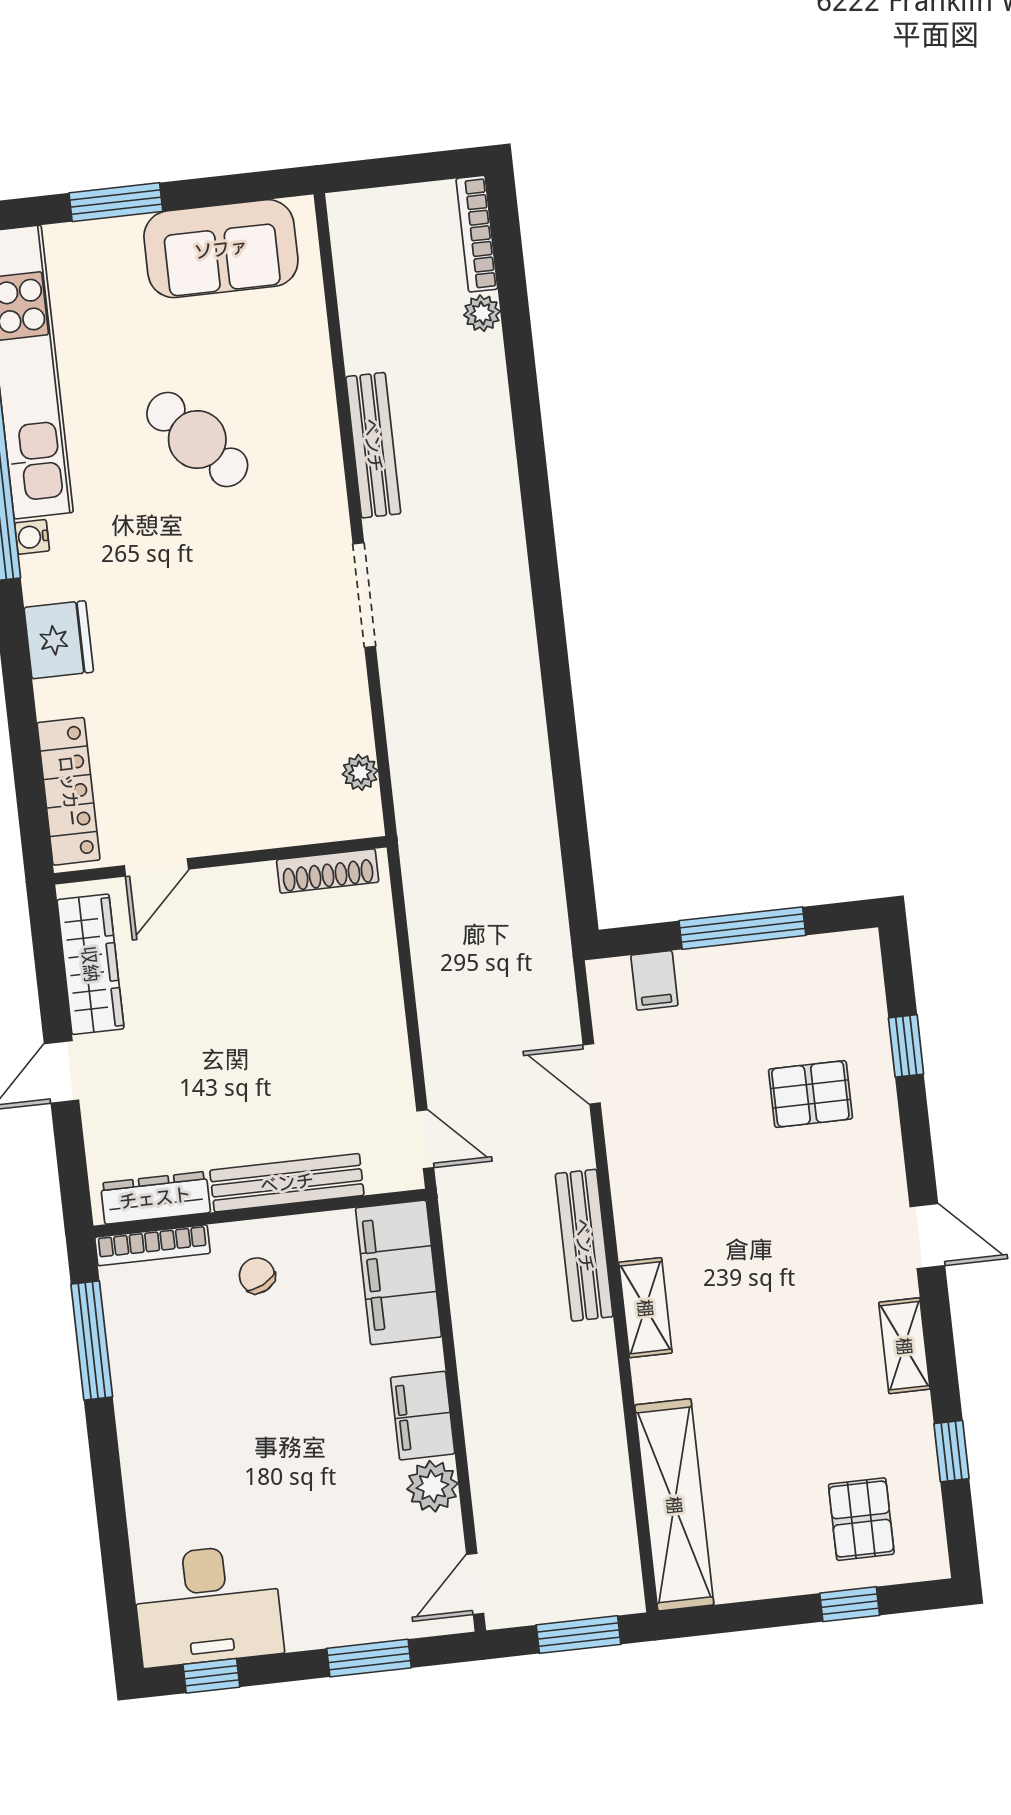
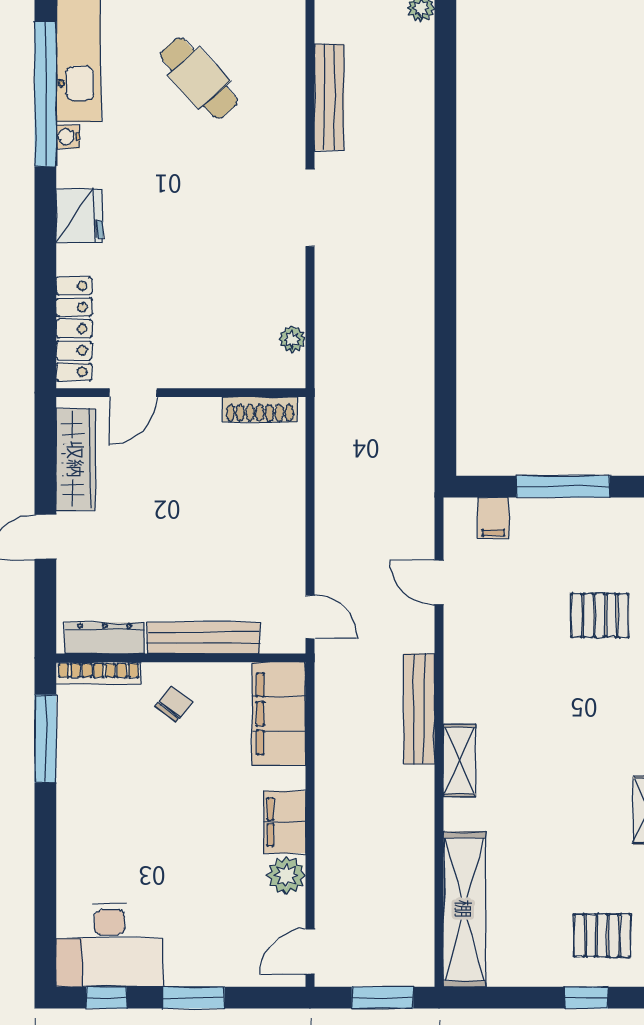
chair: (257, 1276) -> (174, 704), turned 65
pallet: (861, 1519) -> (602, 935), turned 90
window: (369, 1658) -> (194, 998), moved

